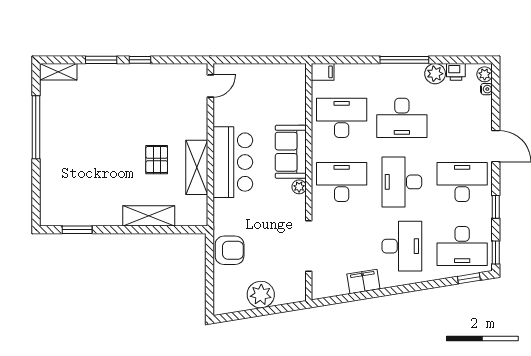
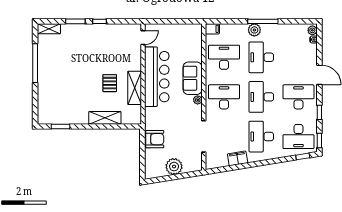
printer: (456, 72) -> (295, 29), removed
plant: (435, 74) -> (254, 30), moved
desk: (402, 118) -> (261, 57), turned 90
bar counter: (233, 162) -> (157, 77), width x1.36
desk: (402, 246) -> (261, 137), turned 180

